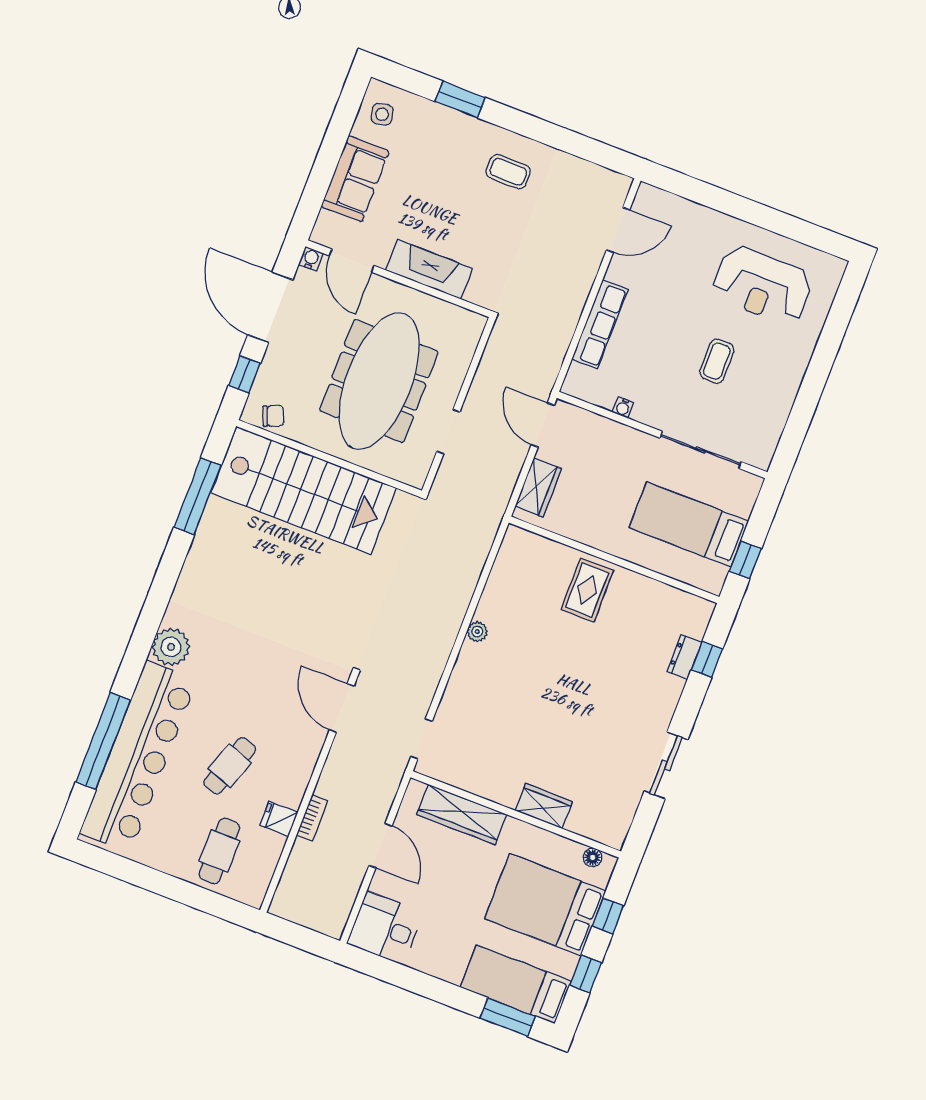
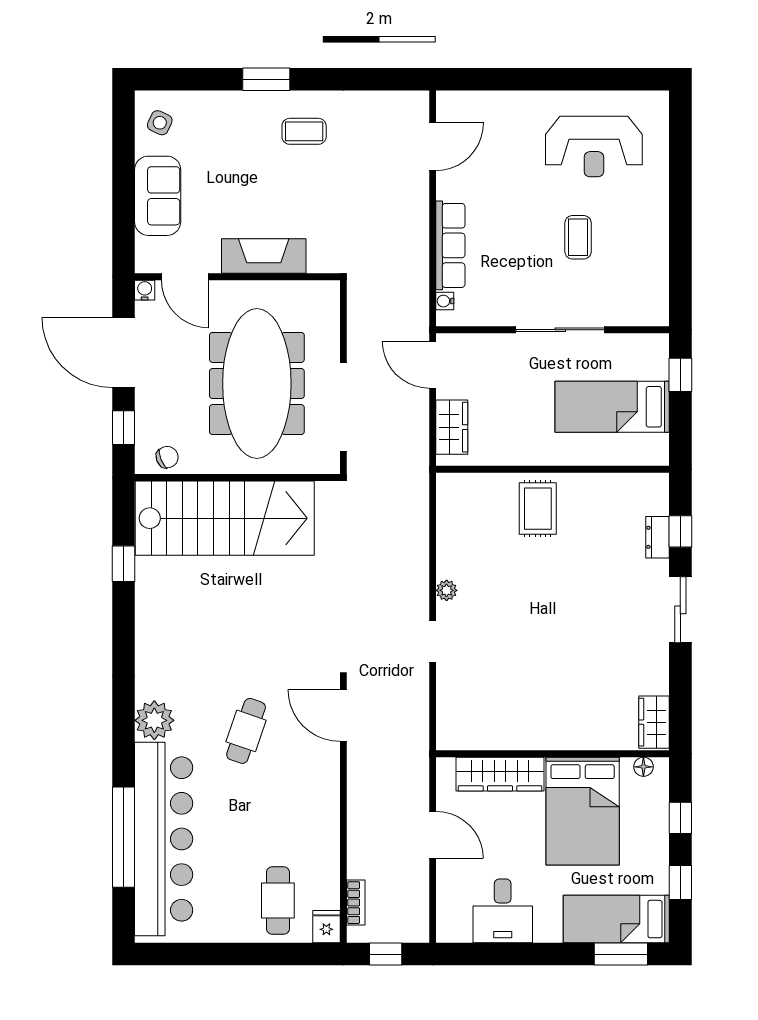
window: (460, 100) -> (266, 79), moved
side table: (382, 114) -> (160, 123), turned 38
water cooler: (623, 407) -> (445, 301), moved, turned 90
doorway: (448, 432) -> (343, 407), width x1.87
sliding door: (701, 450) -> (560, 330), moved
window: (197, 496) -> (124, 564), width x0.46
window: (745, 560) -> (680, 375), moved
doorway: (422, 739) -> (433, 641), moved
sliding door: (666, 765) -> (680, 610), moved
cafe table: (230, 766) -> (246, 731), moved
wardrobe: (544, 806) -> (654, 722), moved, turned -90
bookcase: (312, 818) -> (356, 903), moved
fridge: (279, 819) -> (326, 927), moved, turned 90
bed: (545, 905) -> (583, 811), moved, turned -90
desk: (385, 928) -> (503, 911), moved, turned -90
window: (297, 936) -> (386, 954), added

